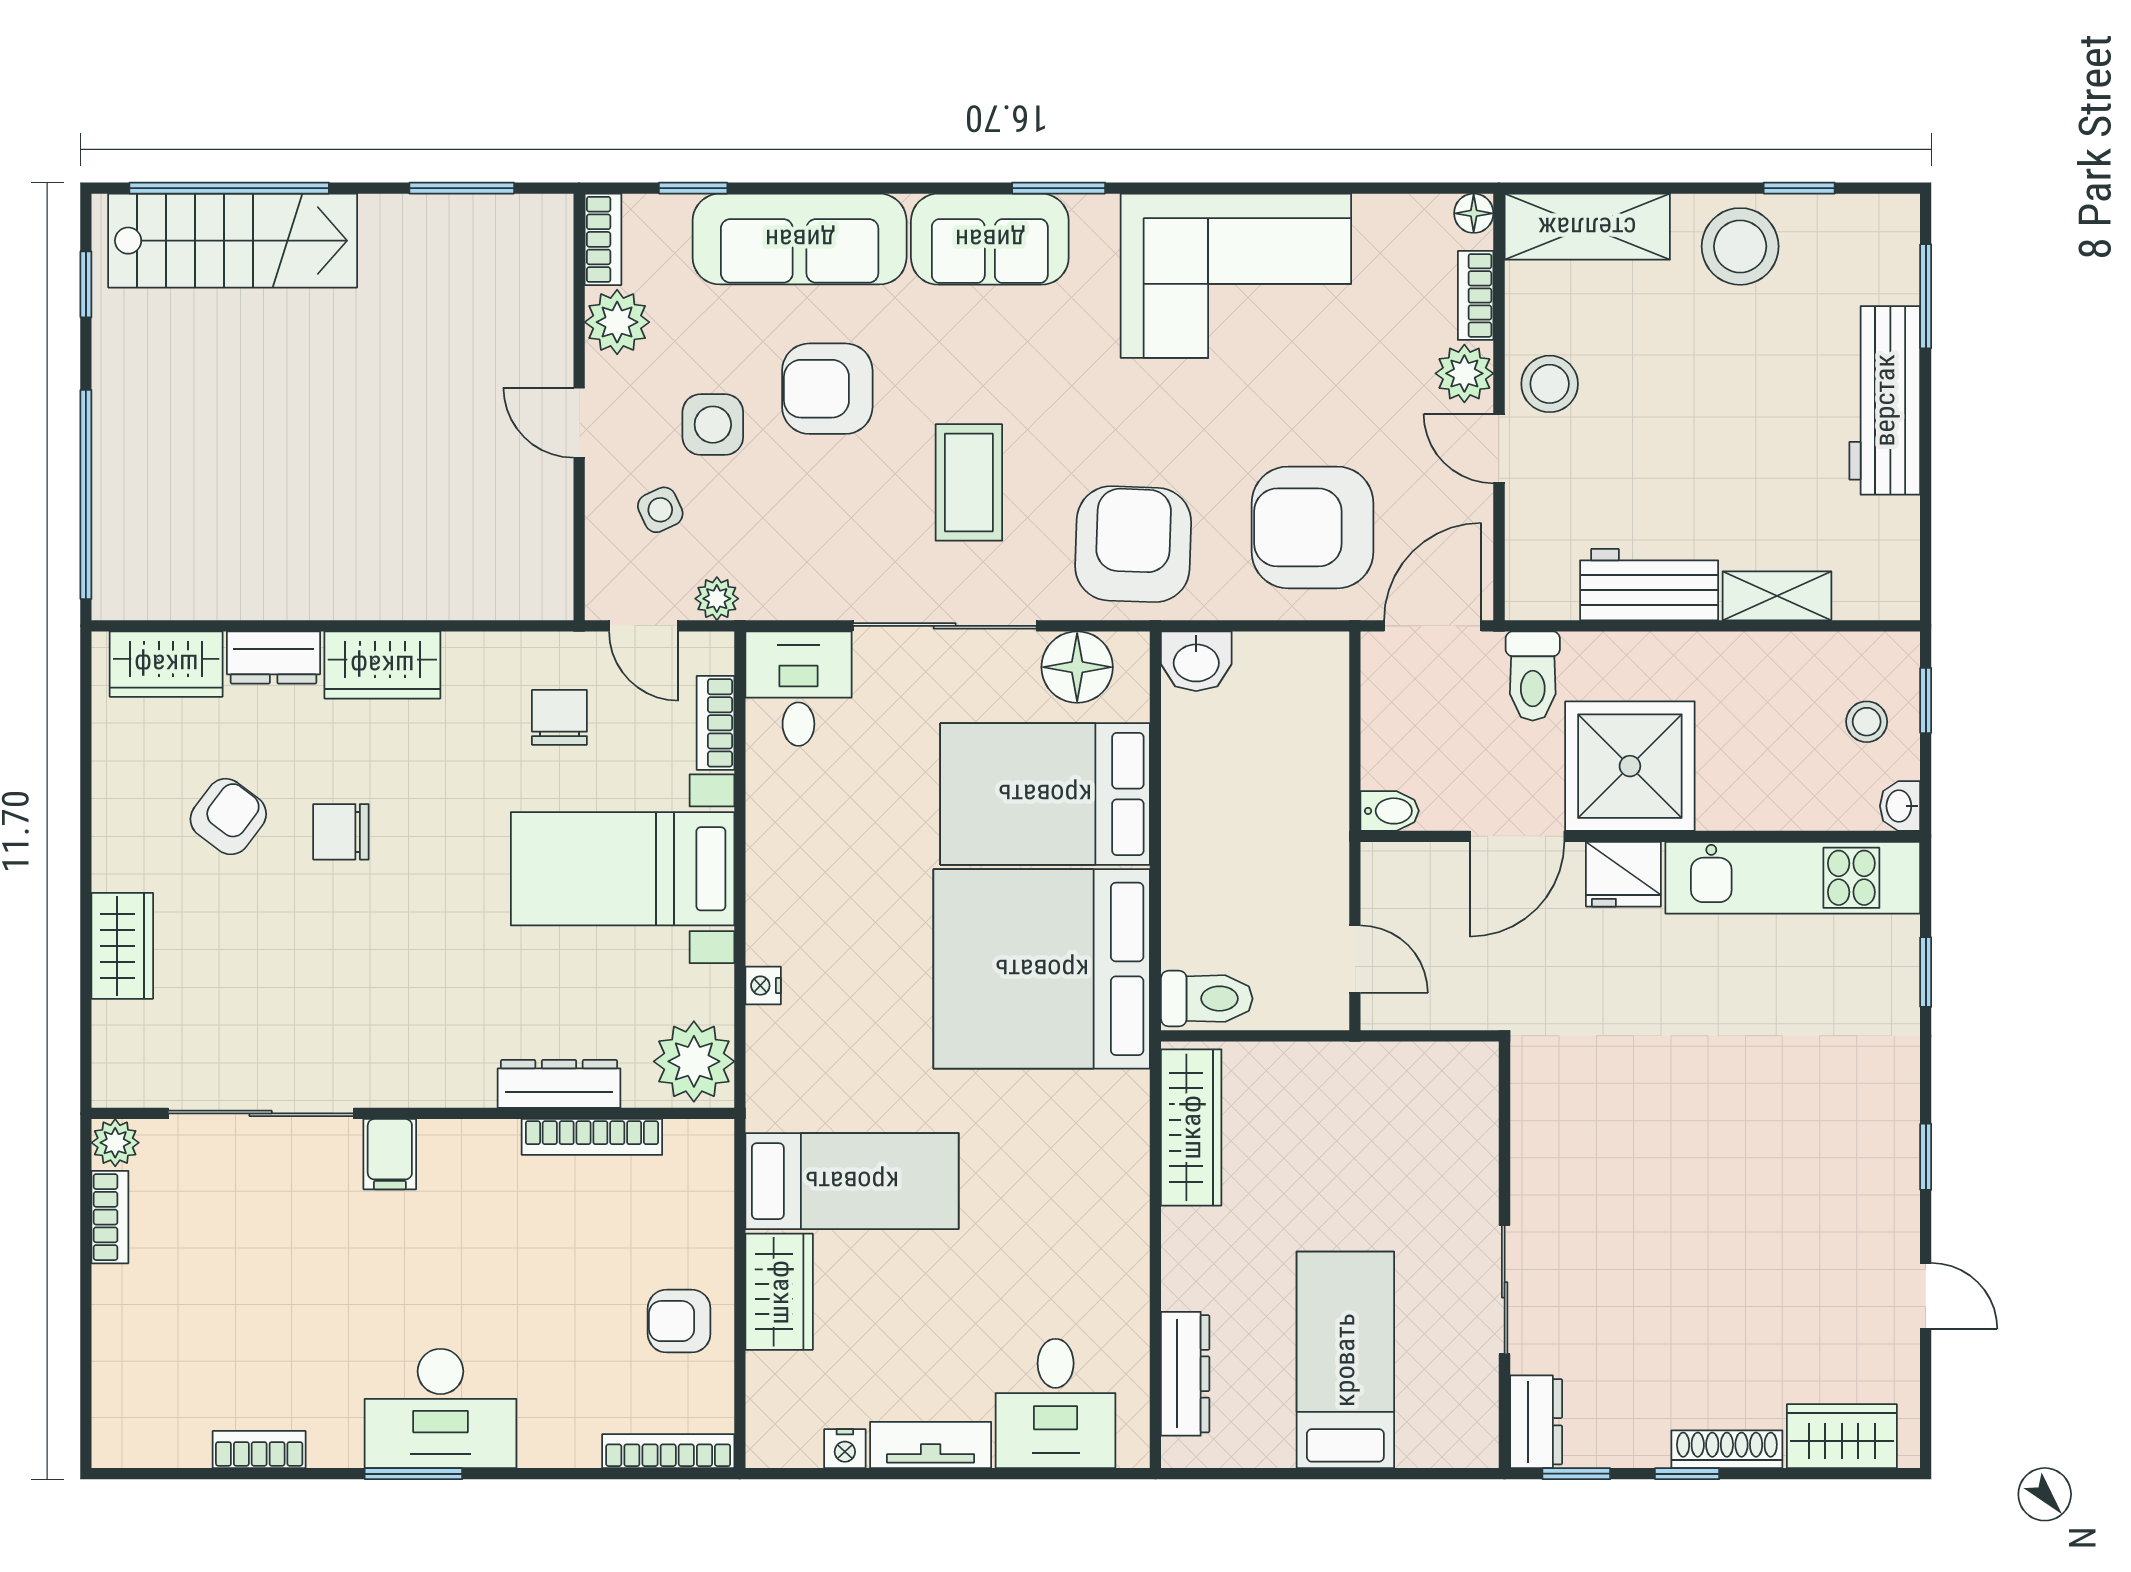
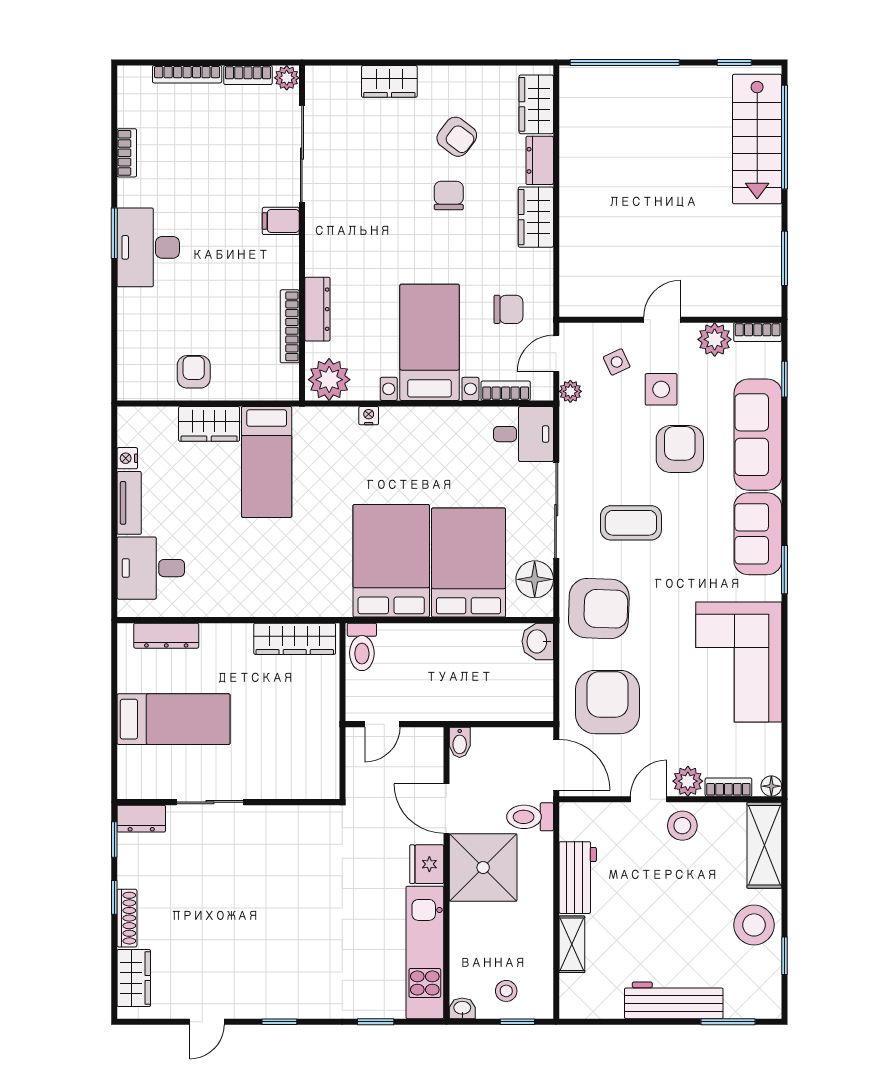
bed: (1042, 969) -> (391, 561), width x0.73
bookcase: (668, 1451) -> (187, 74), moved, turned 90

